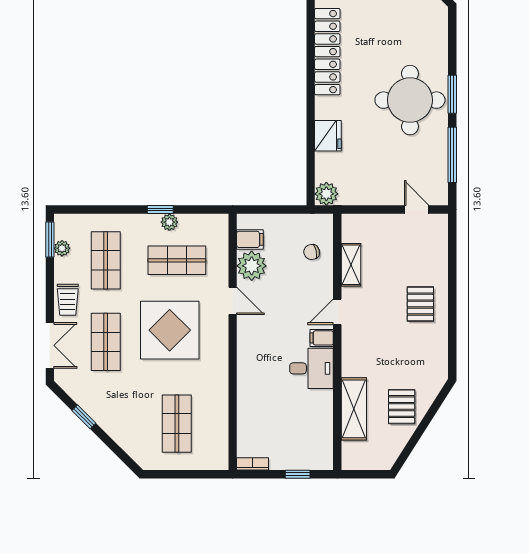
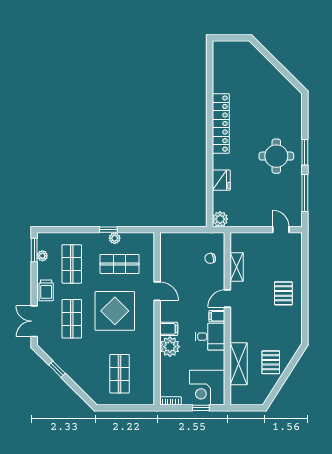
round table: (410, 100) -> (276, 156), width x0.73, depth x0.73
filing cabinet: (250, 239) -> (169, 329), moved
plant: (252, 266) -> (170, 347), moved
double door: (50, 345) -> (34, 321), swing flipped
corner desk: (307, 444) -> (207, 388), added

